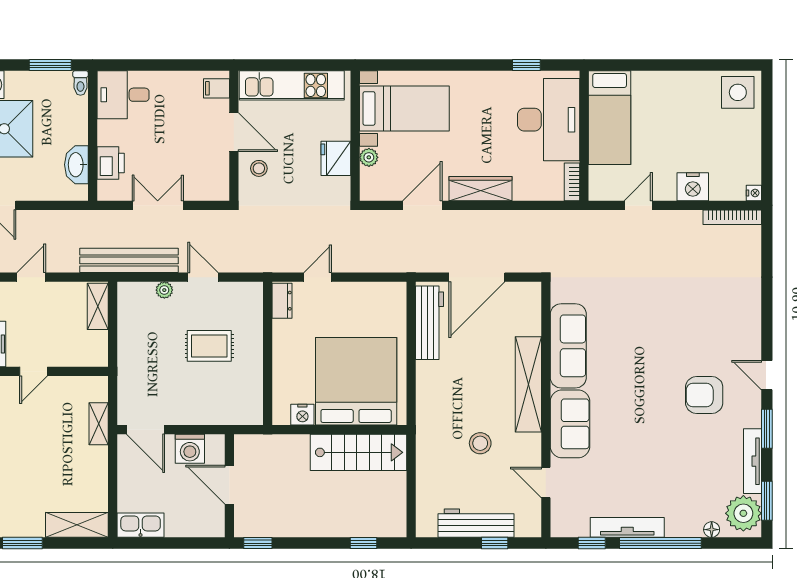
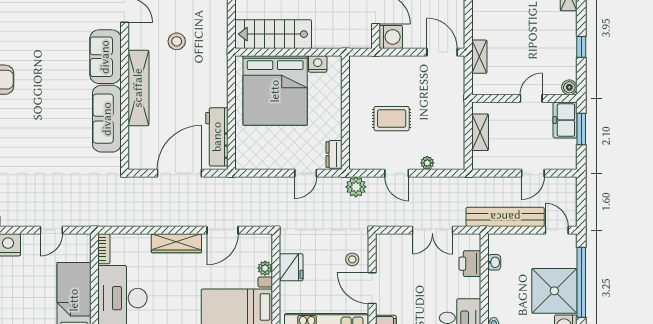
washbasin: (76, 165) -> (494, 262), width x0.52, depth x0.69
bench: (129, 260) -> (505, 217), moved
plant: (254, 260) -> (356, 187), added
shelving: (98, 306) -> (480, 132), moved
washing machine: (190, 449) -> (391, 37), moved, turned 90

